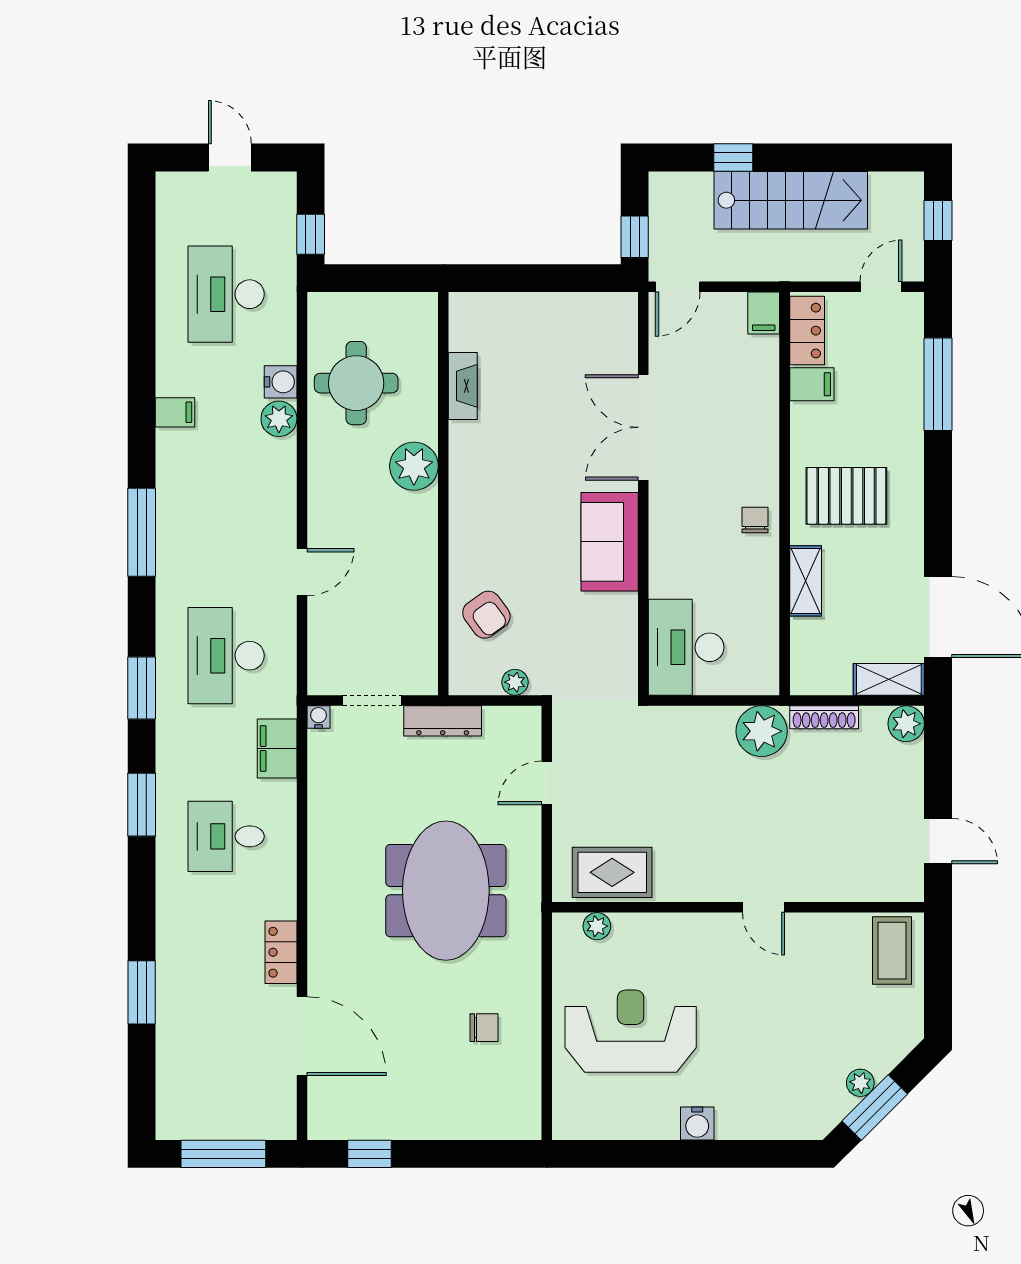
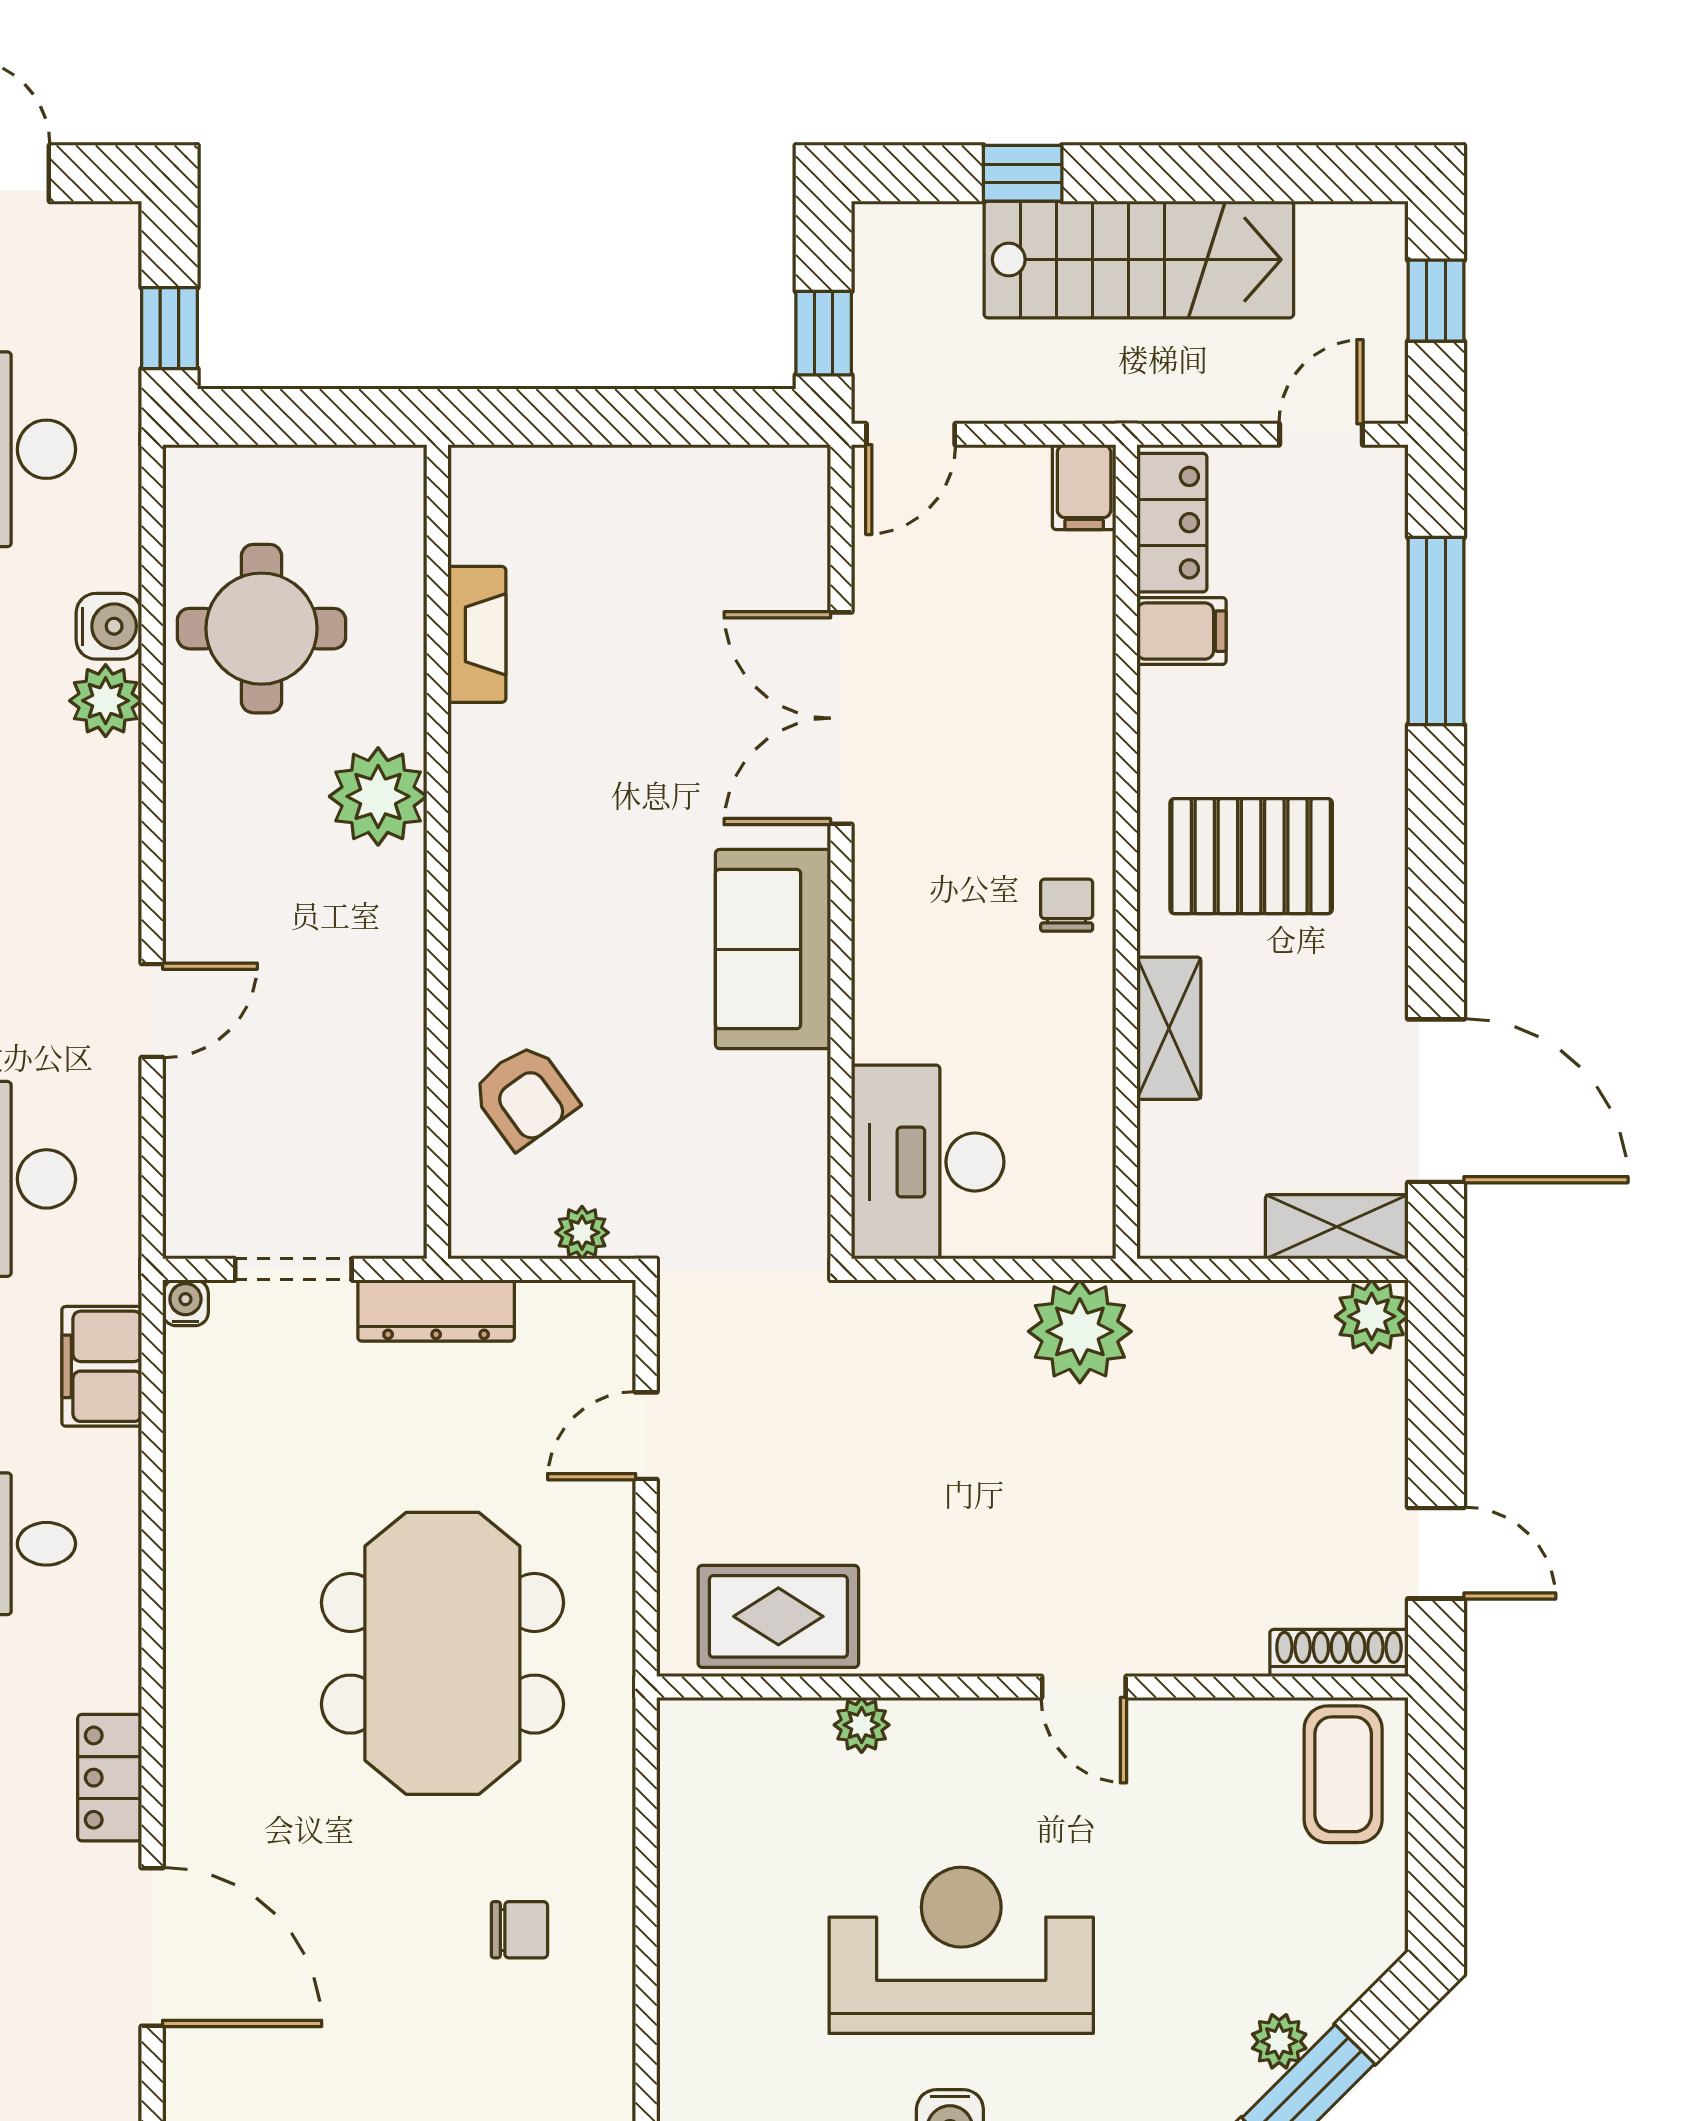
shoe rack: (824, 717) -> (1339, 1653), moved, turned 180
plant: (597, 926) -> (862, 1725), moved
reception desk: (631, 1031) -> (961, 1950), moved

